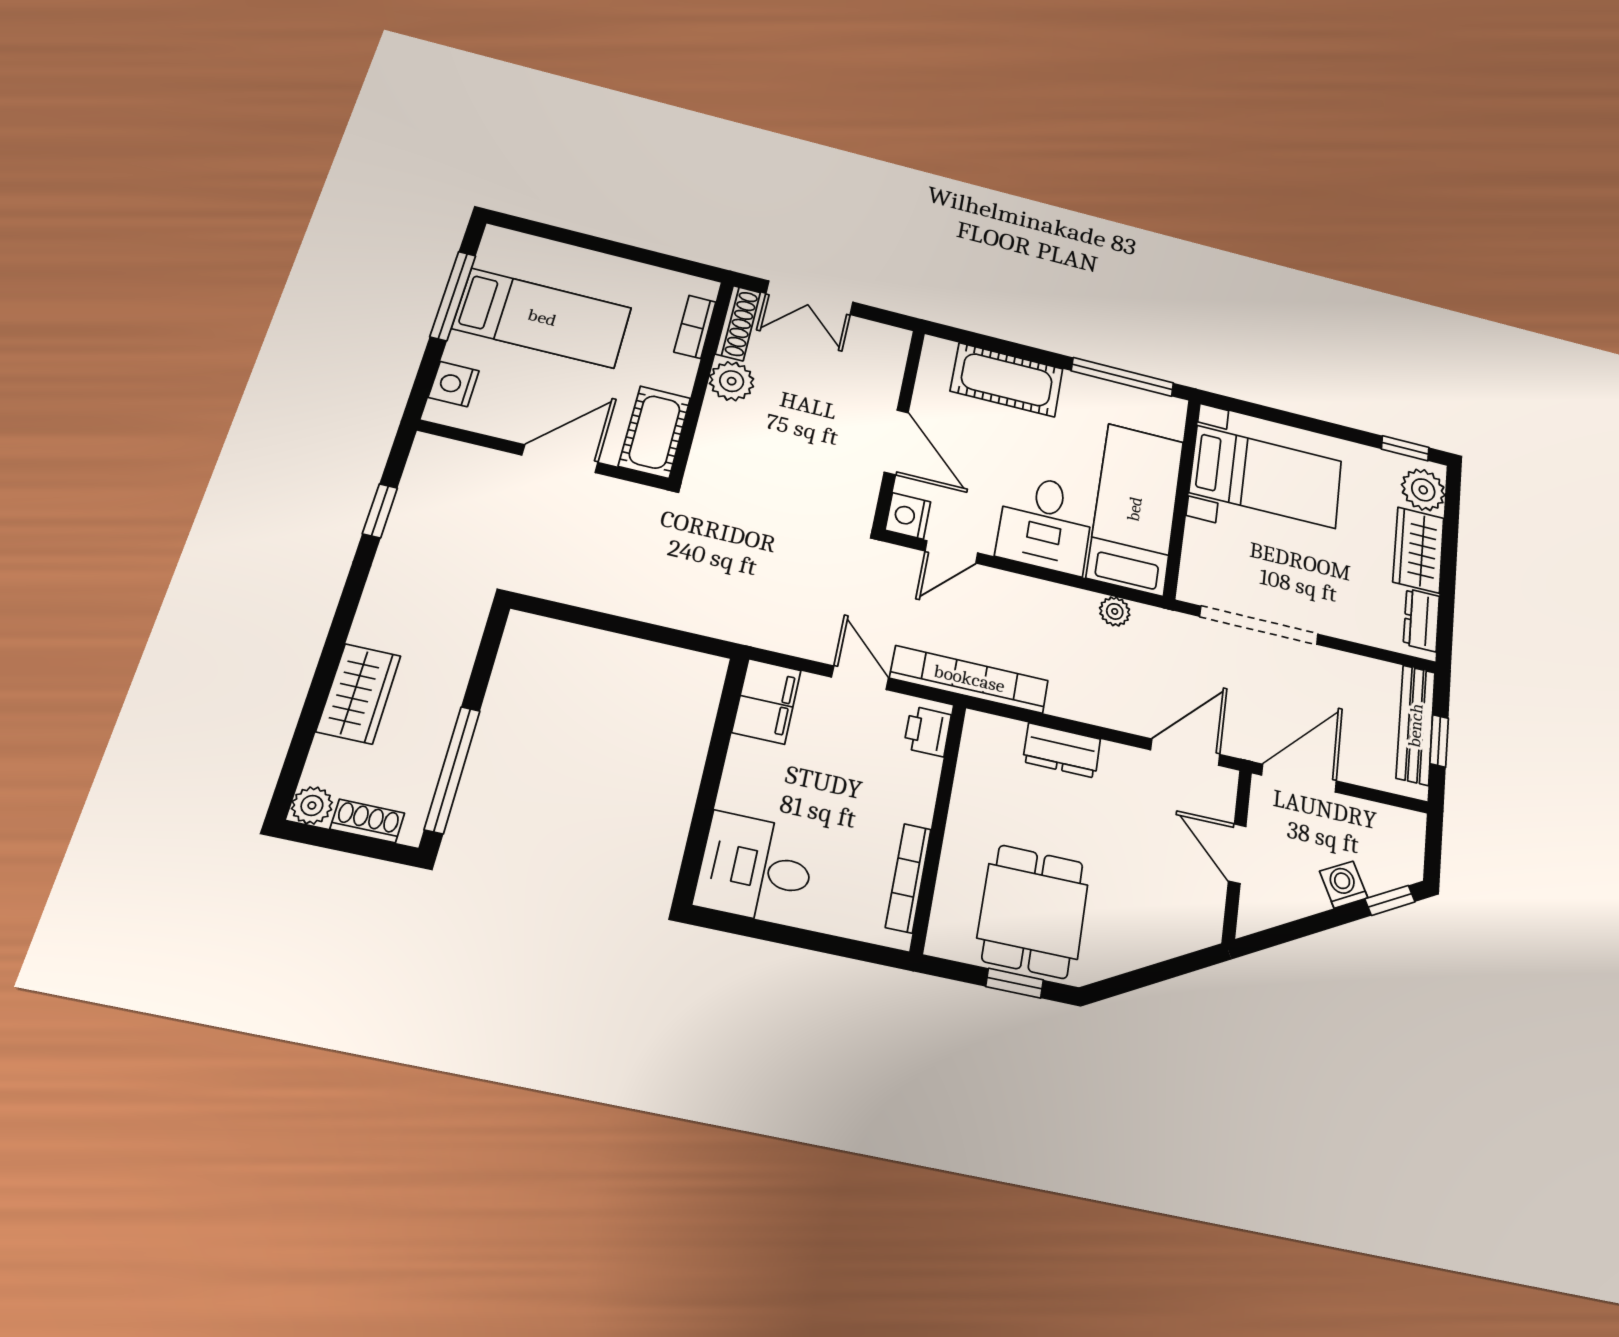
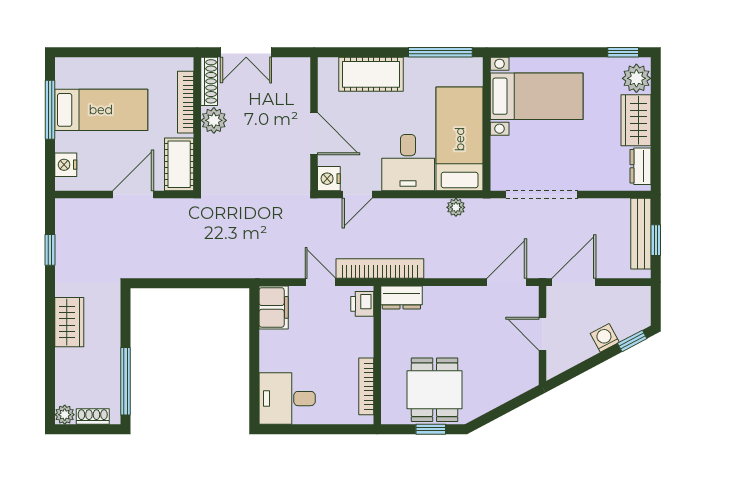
bookcase: (695, 327) -> (186, 102), width x1.56
wardrobe: (359, 694) -> (69, 322), moved
dresser: (1062, 750) -> (401, 297), moved

